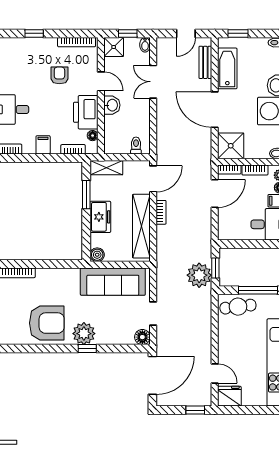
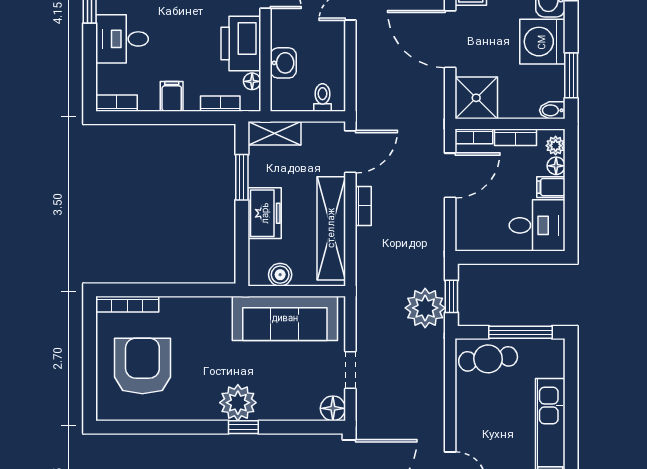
washbasin: (112, 105) -> (283, 63), moved
boiler: (97, 255) -> (280, 275), moved
armchair: (47, 323) -> (142, 366), moved, turned -90

